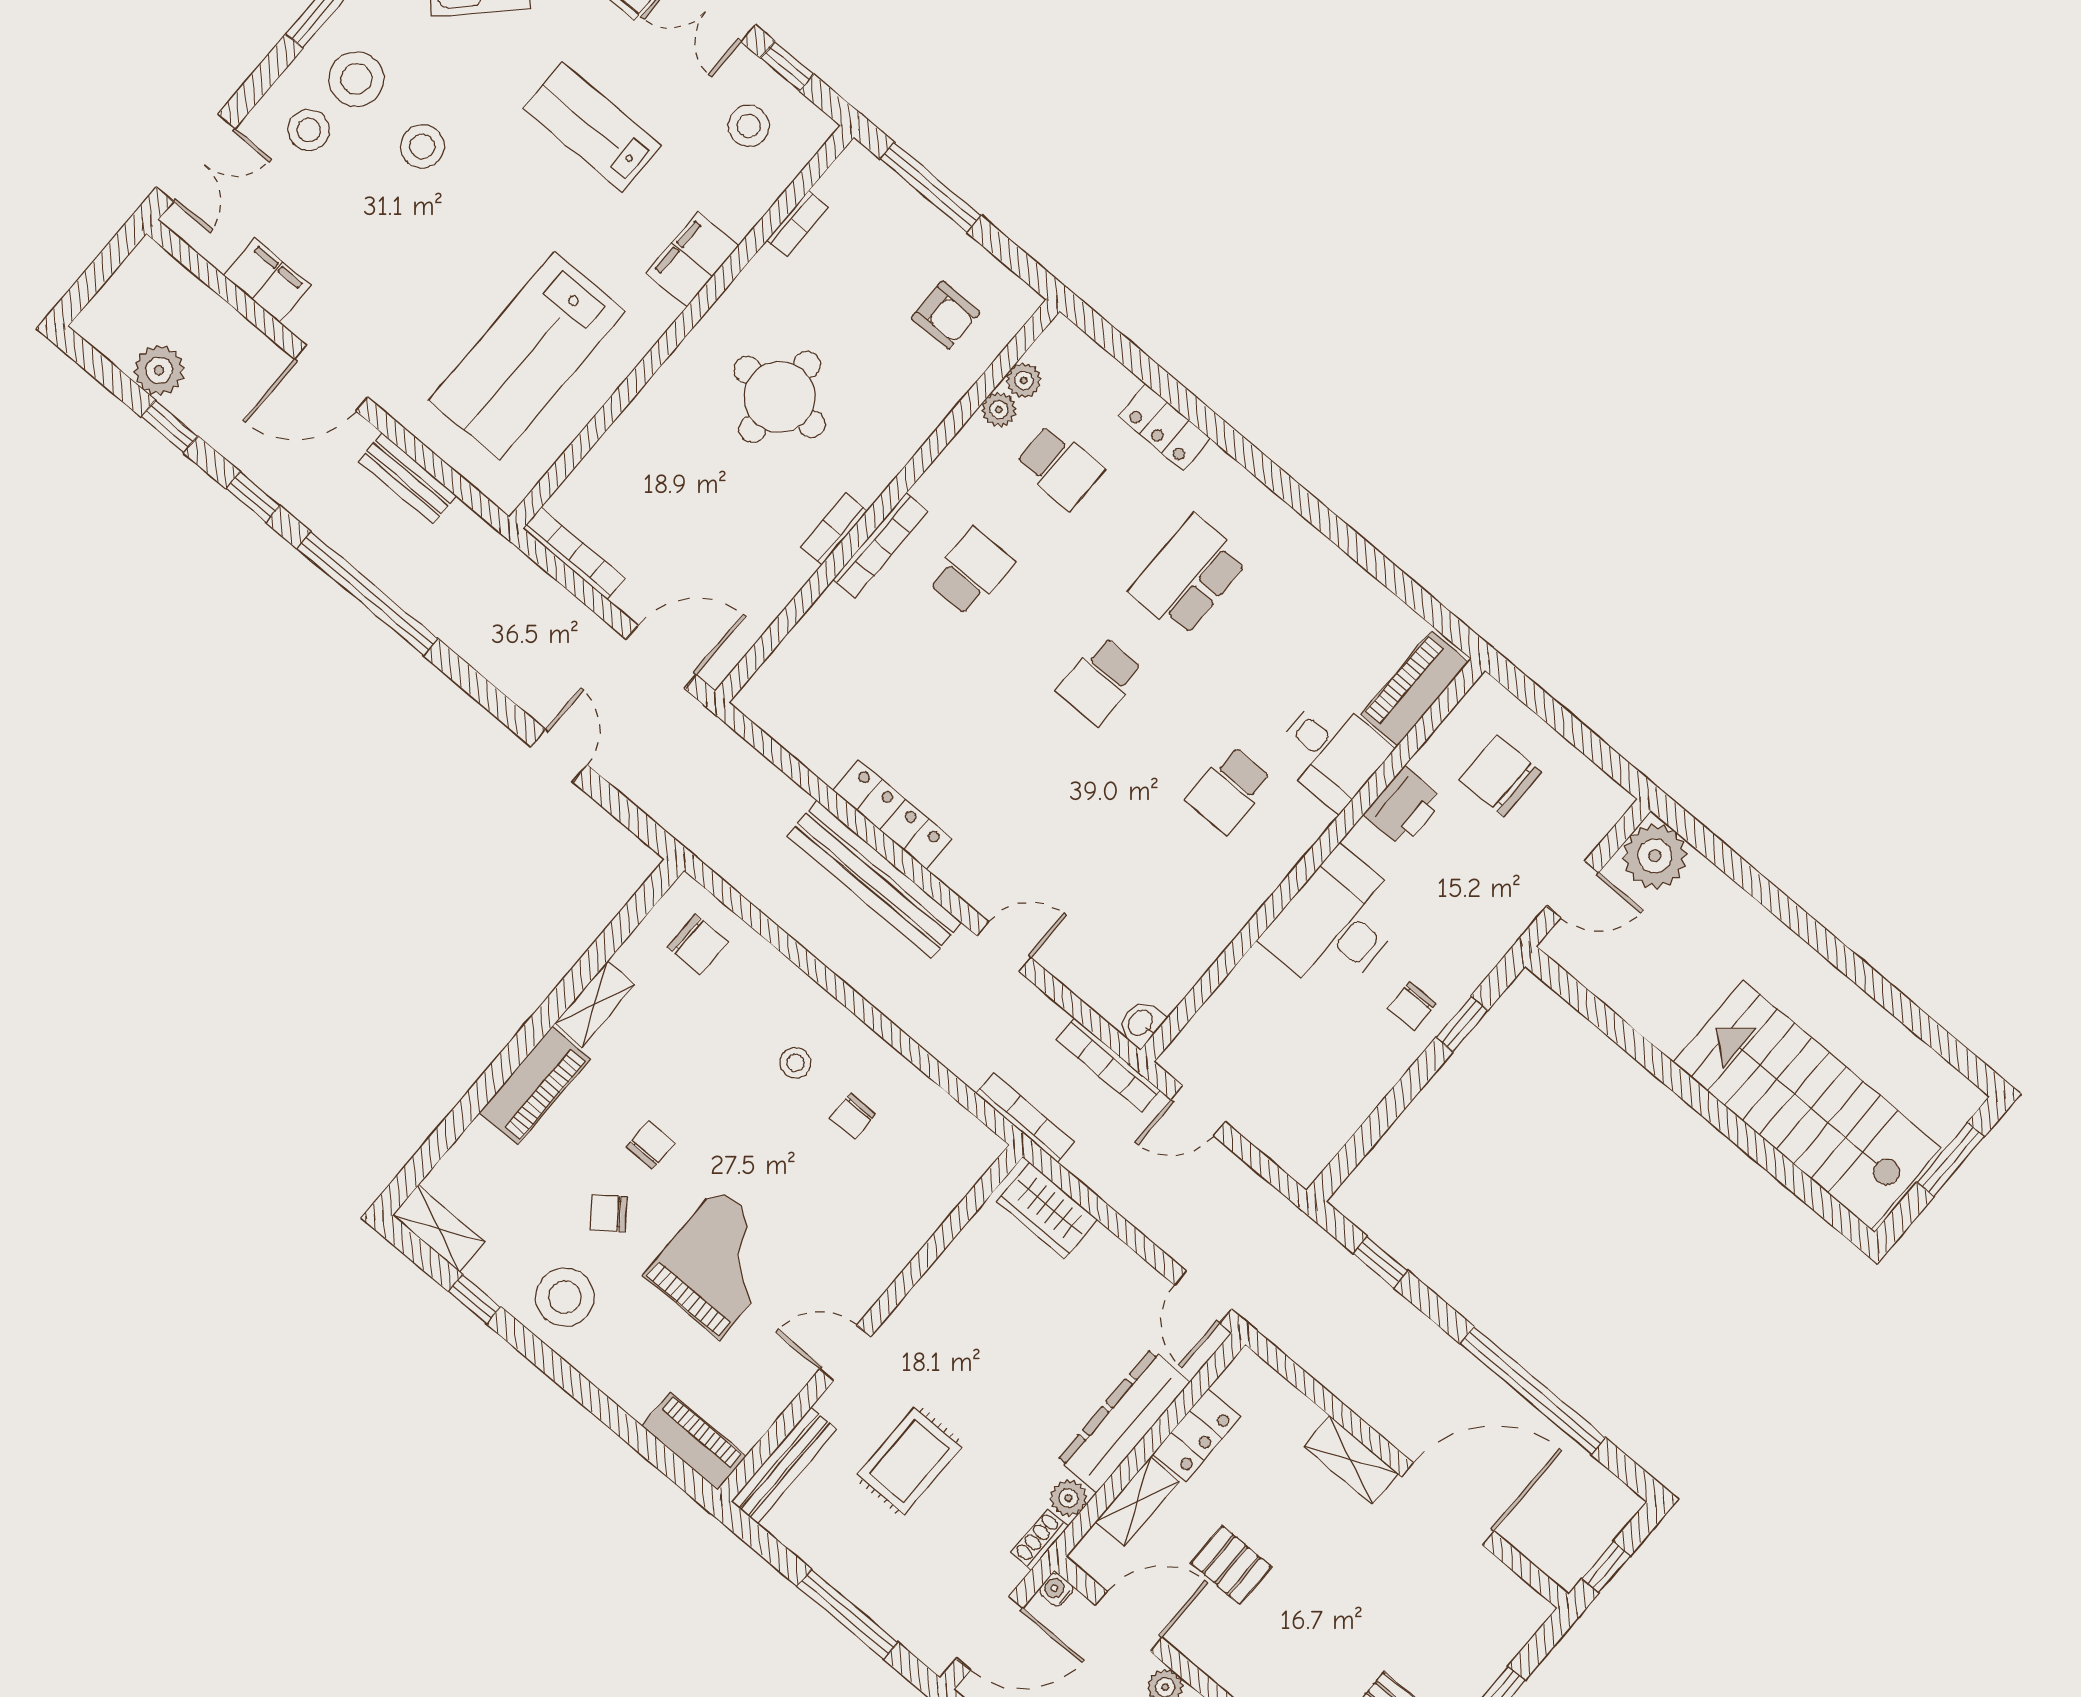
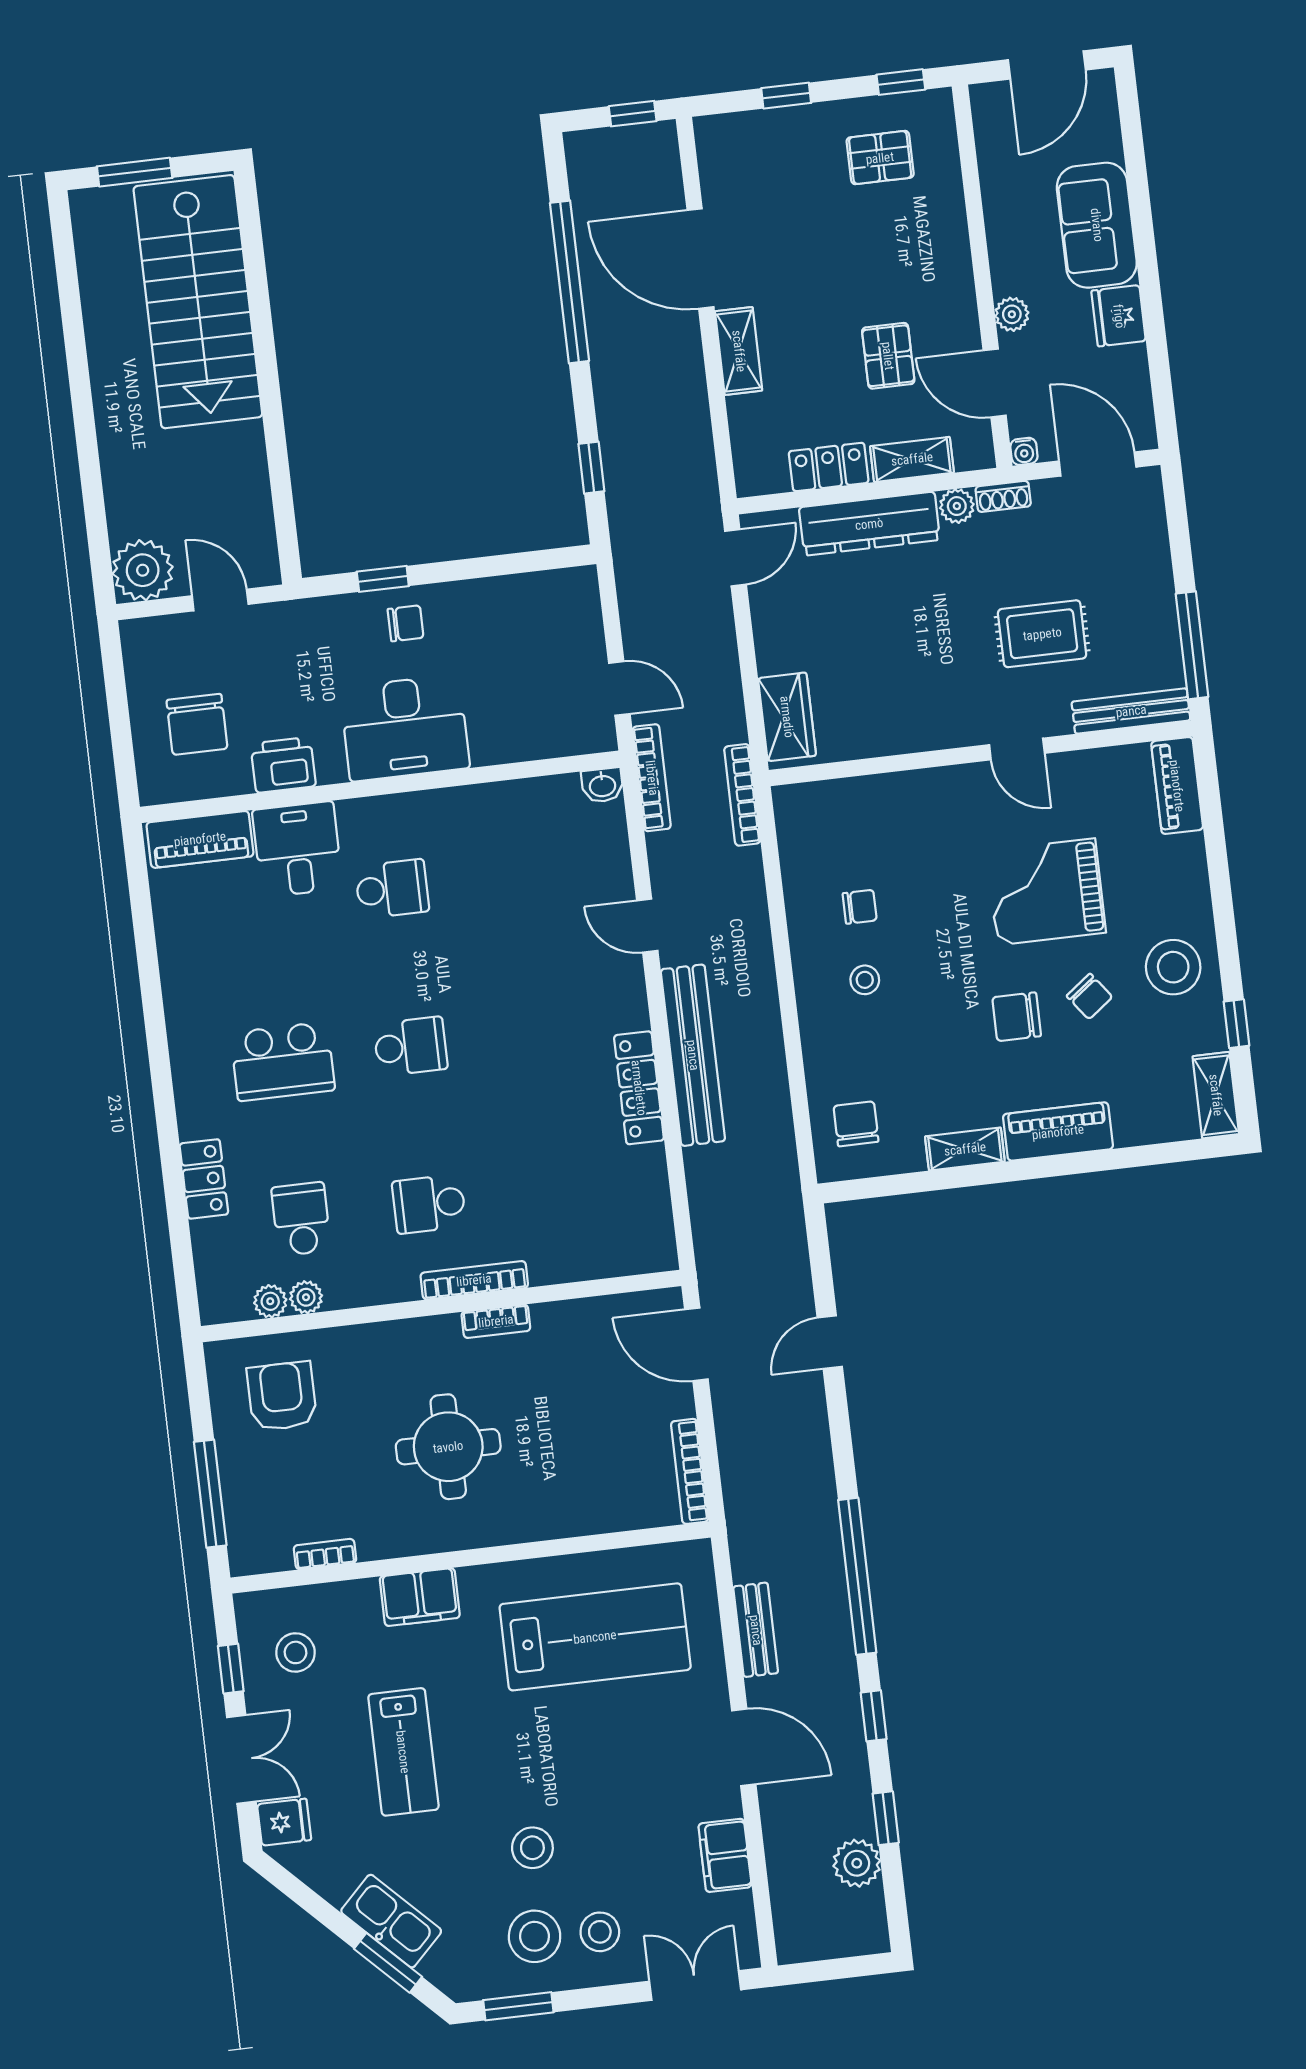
armchair: (946, 315) -> (282, 1396), width x1.38, depth x1.38
chair: (651, 1145) -> (1017, 1017), width x1.37, depth x1.37
window: (848, 1614) -> (1192, 645), moved

